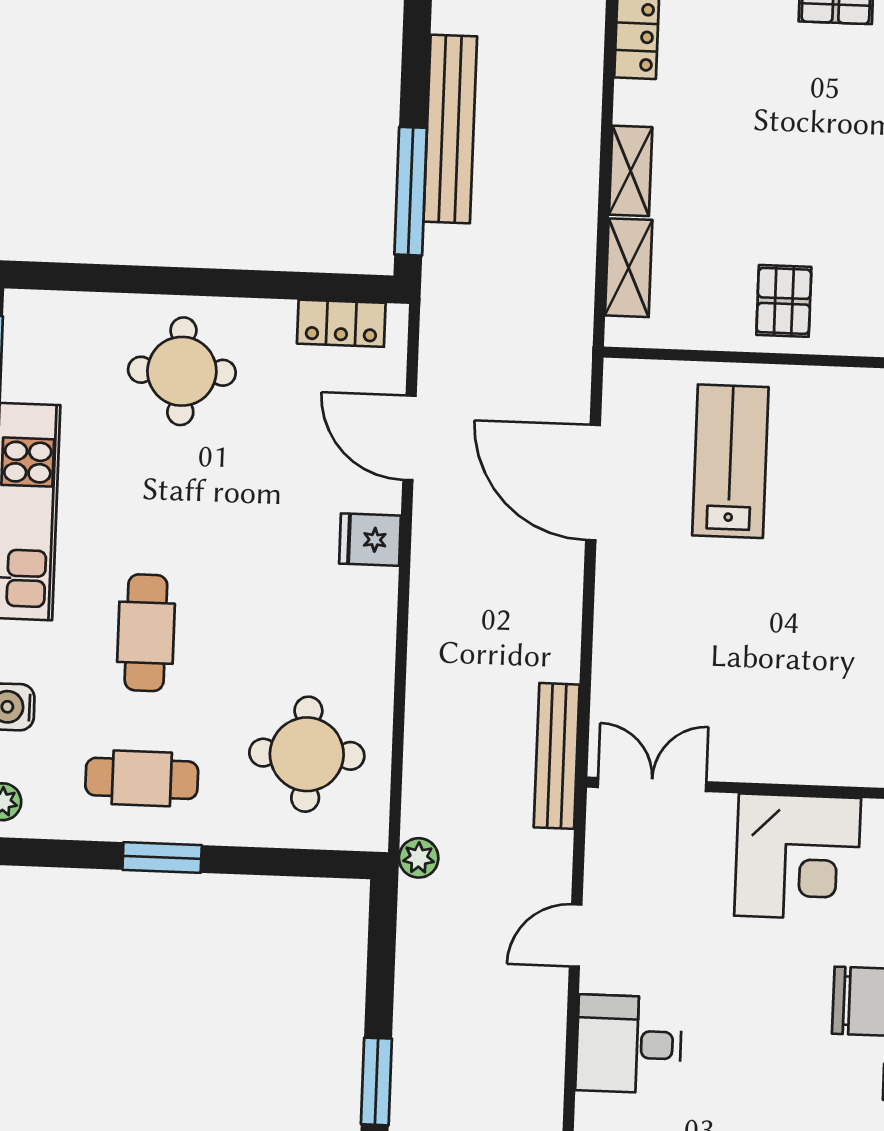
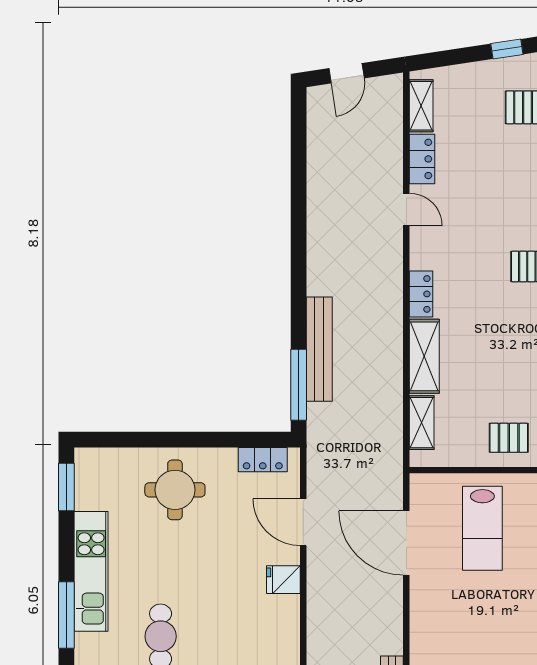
shelving: (631, 171) -> (424, 356), width x1.50, depth x1.33
pallet: (784, 301) -> (509, 438), turned 90
lab bench: (730, 461) -> (482, 528), turned 180

